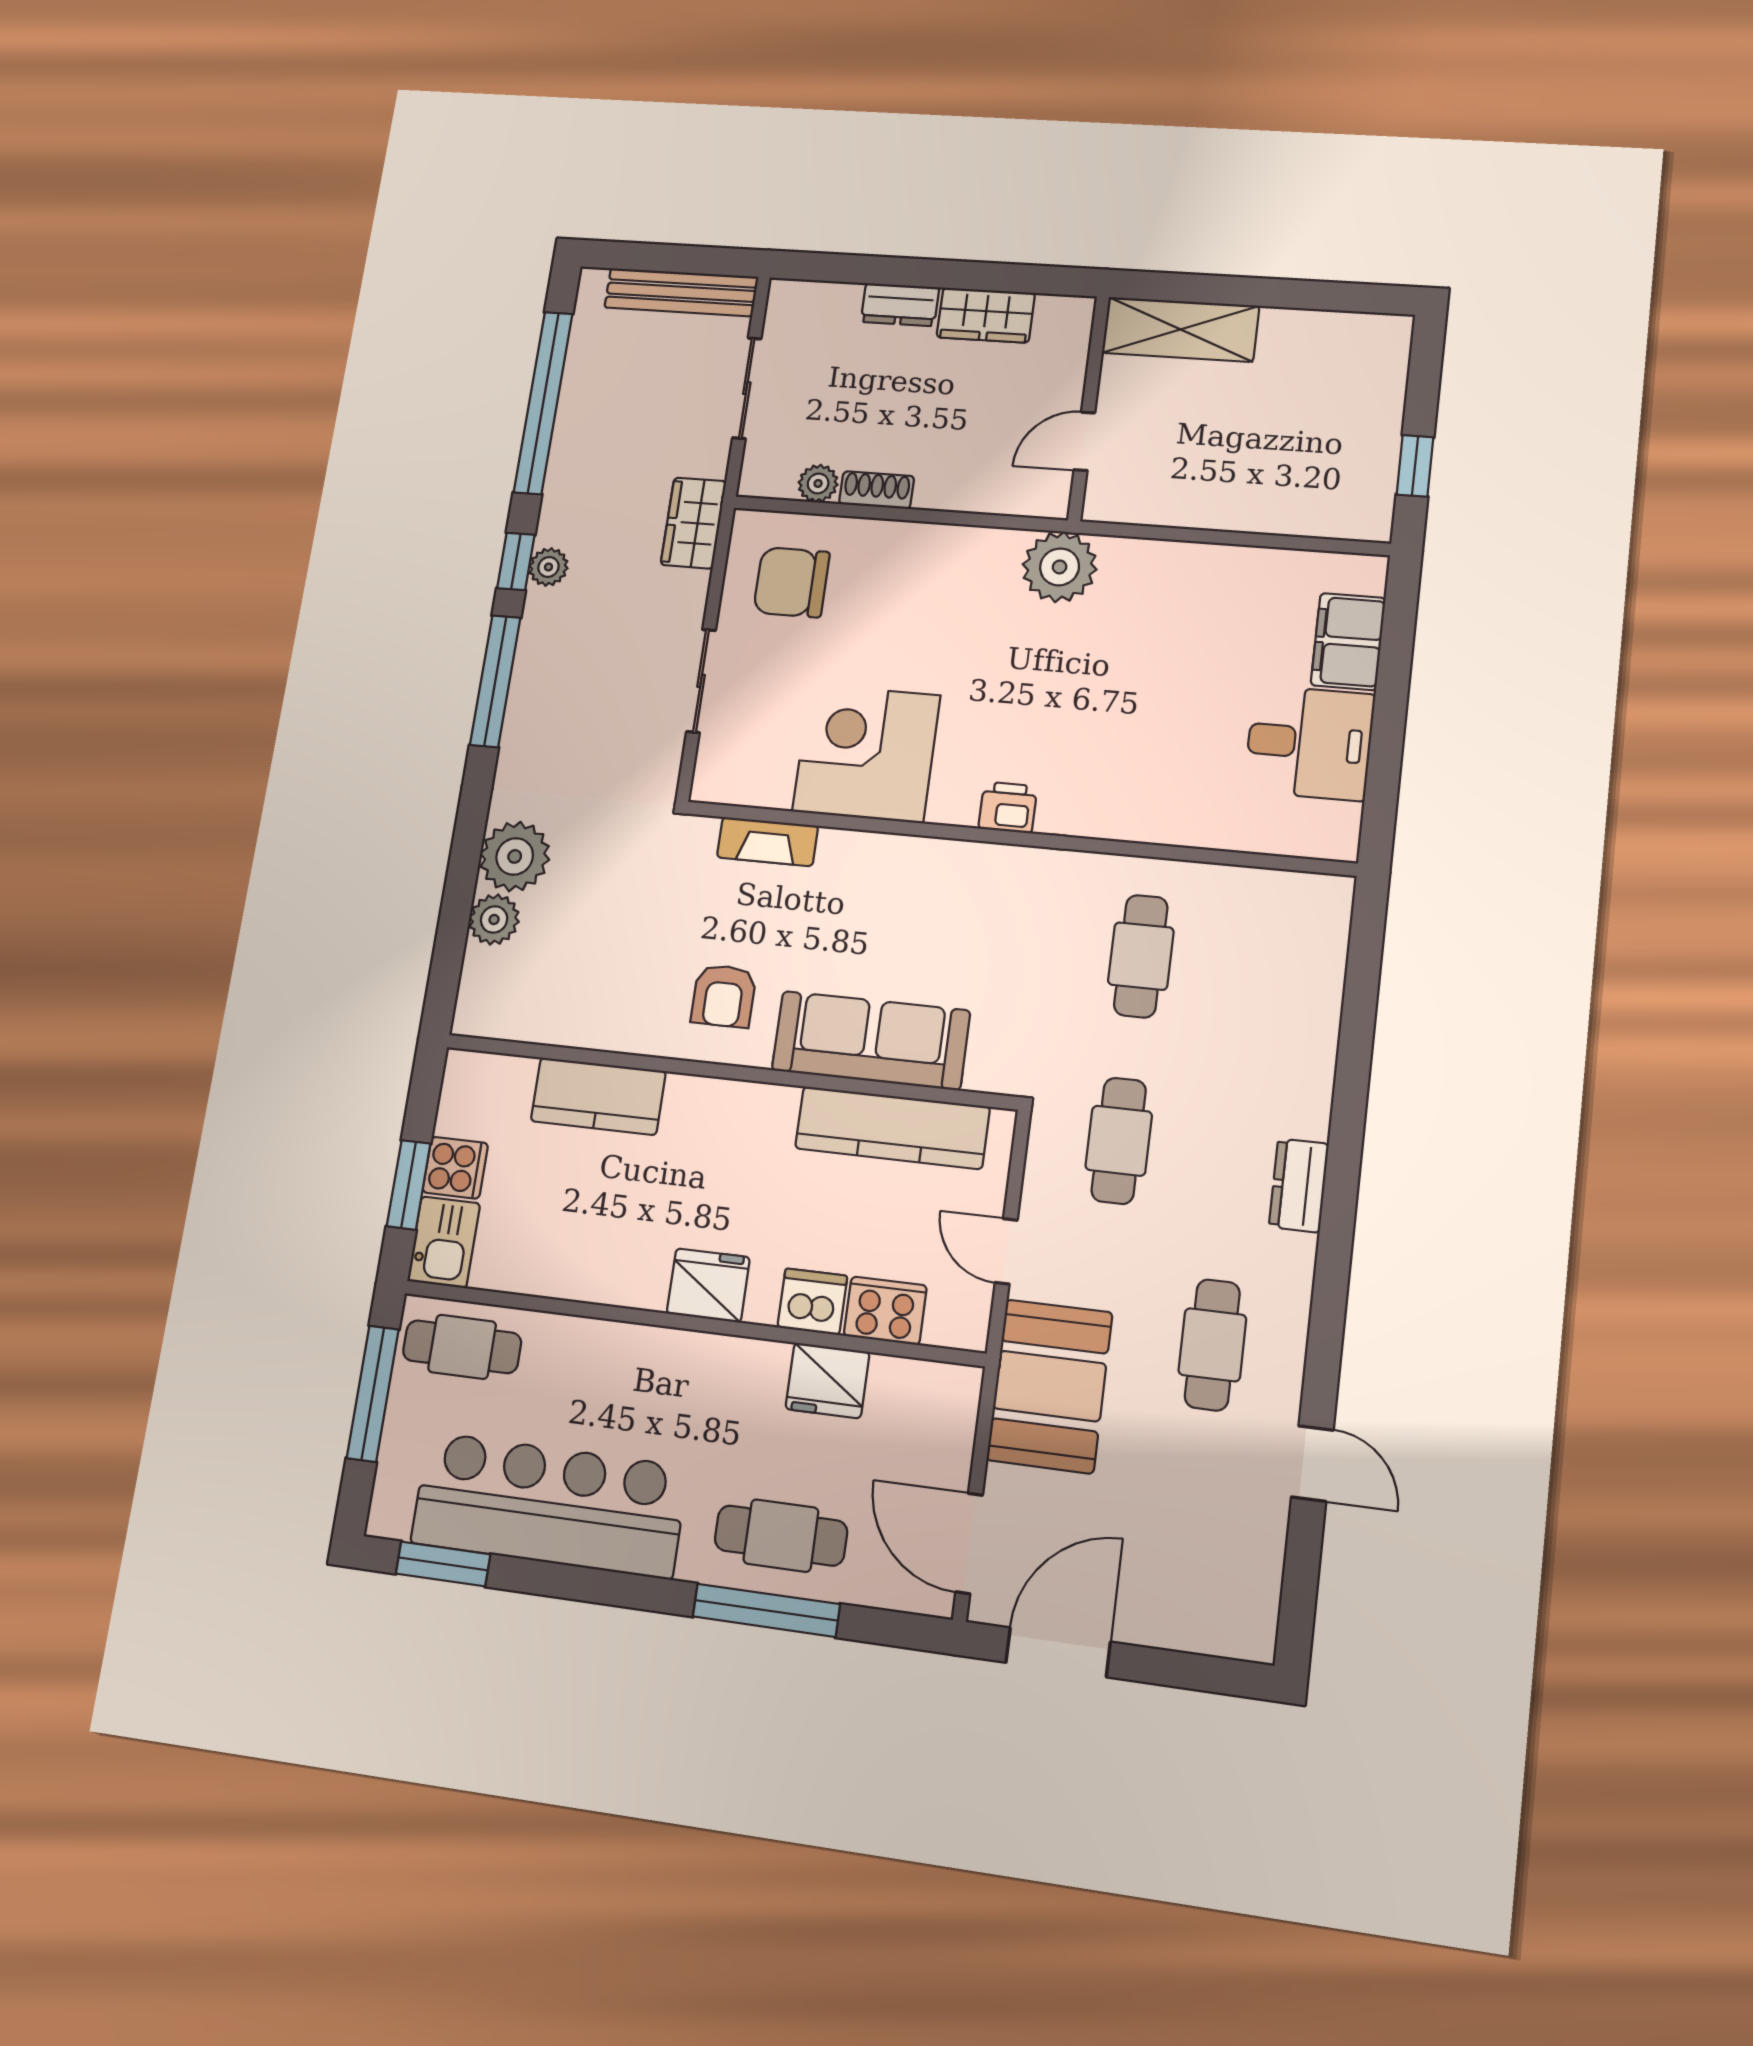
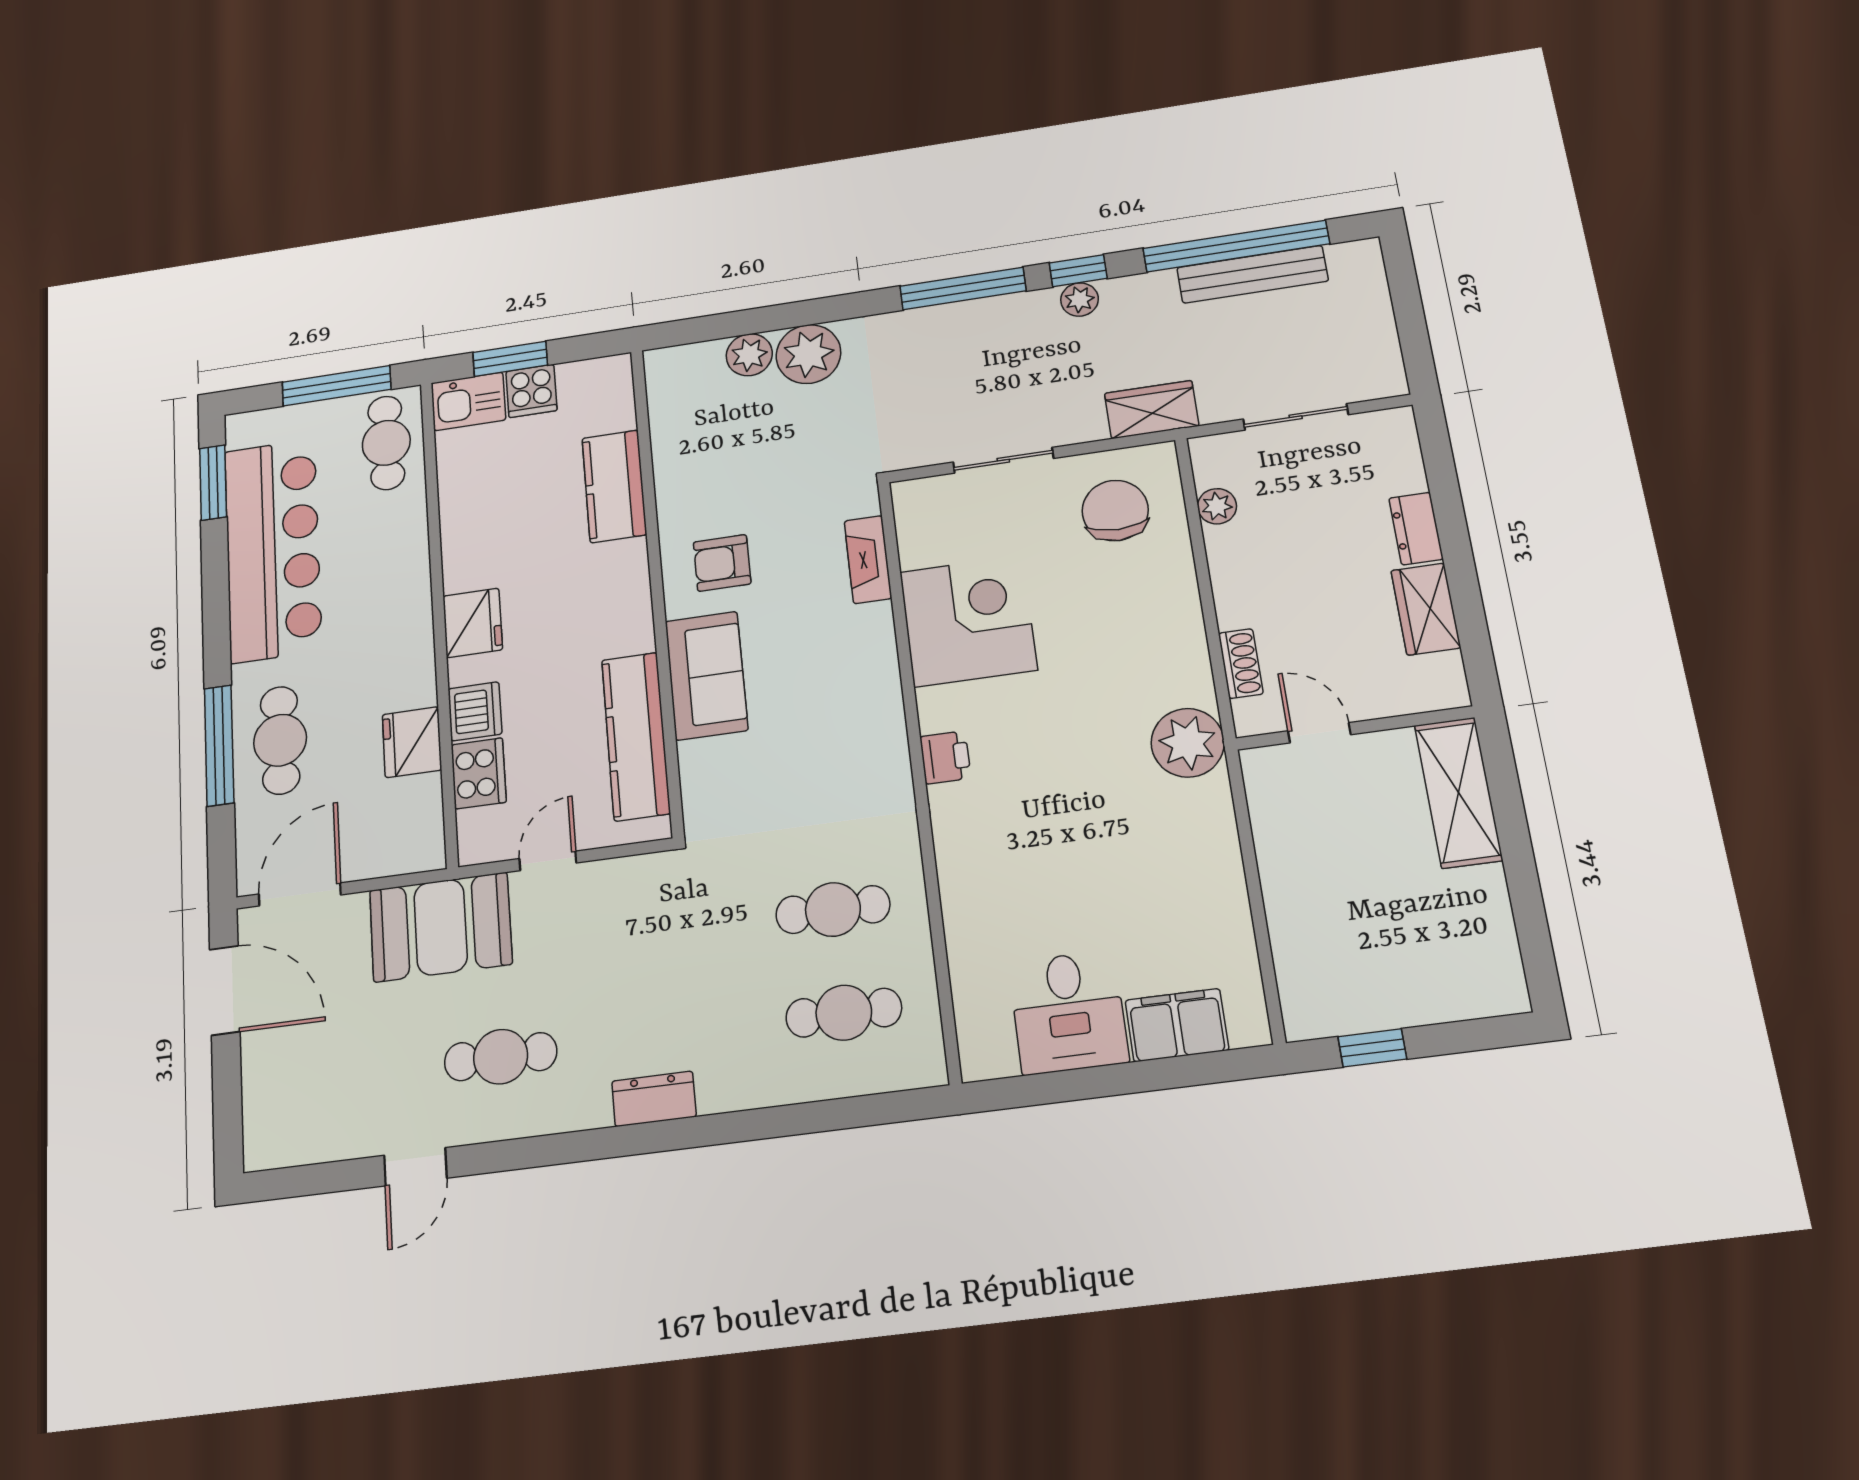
bench: (681, 292) -> (1252, 274), moved, turned 90
shoe rack: (877, 490) -> (1241, 664), moved
sofa: (871, 1041) -> (706, 676), width x0.73
cafe table: (1119, 1141) -> (844, 1013), moved

